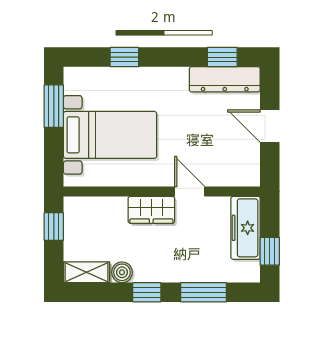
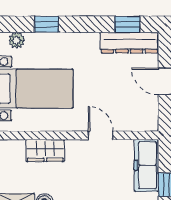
plant: (88, 76) -> (17, 40), added
wardrobe: (151, 210) -> (45, 150), moved

